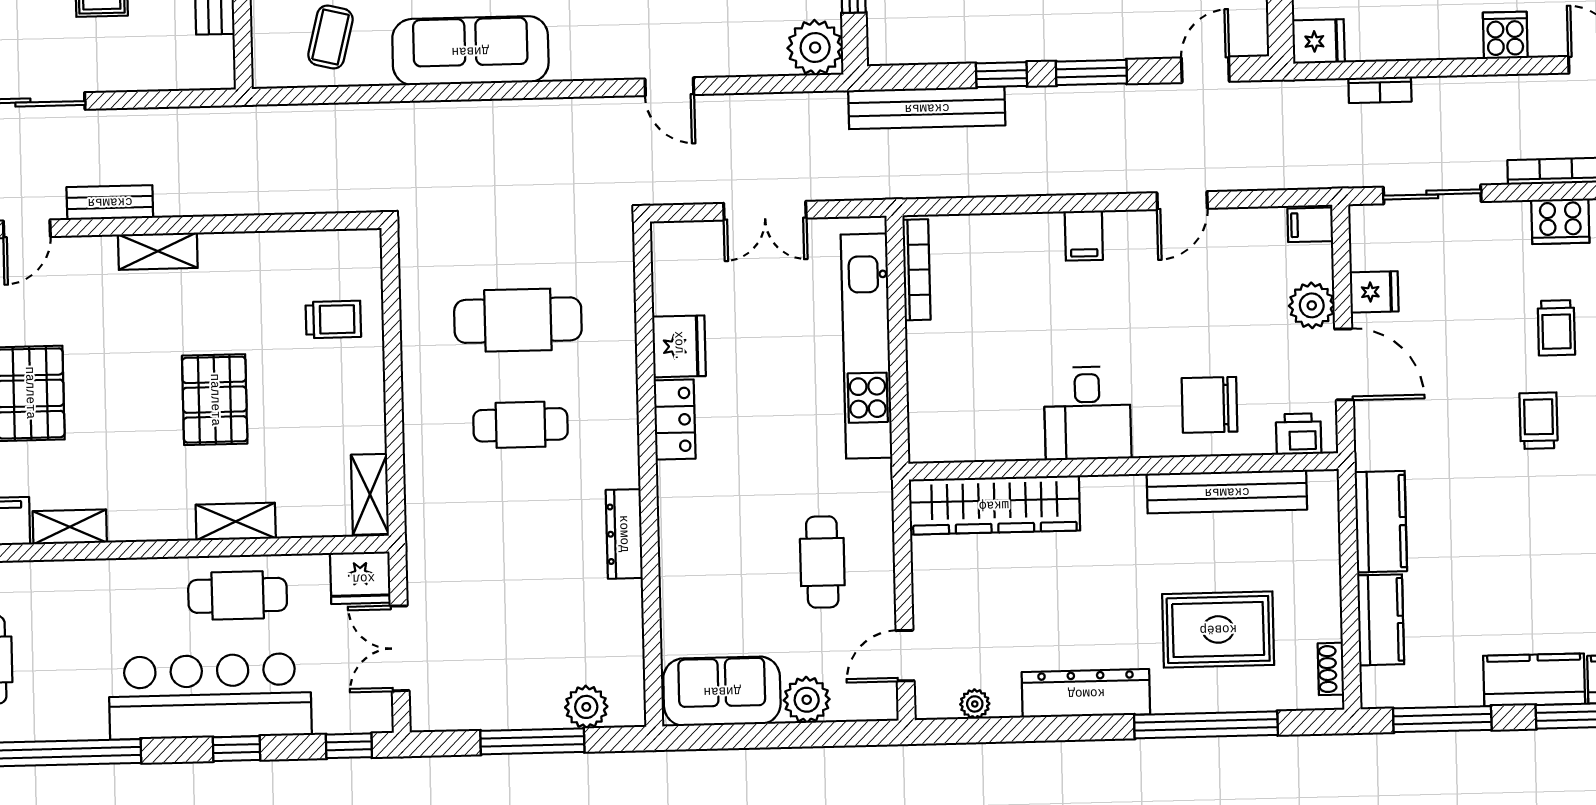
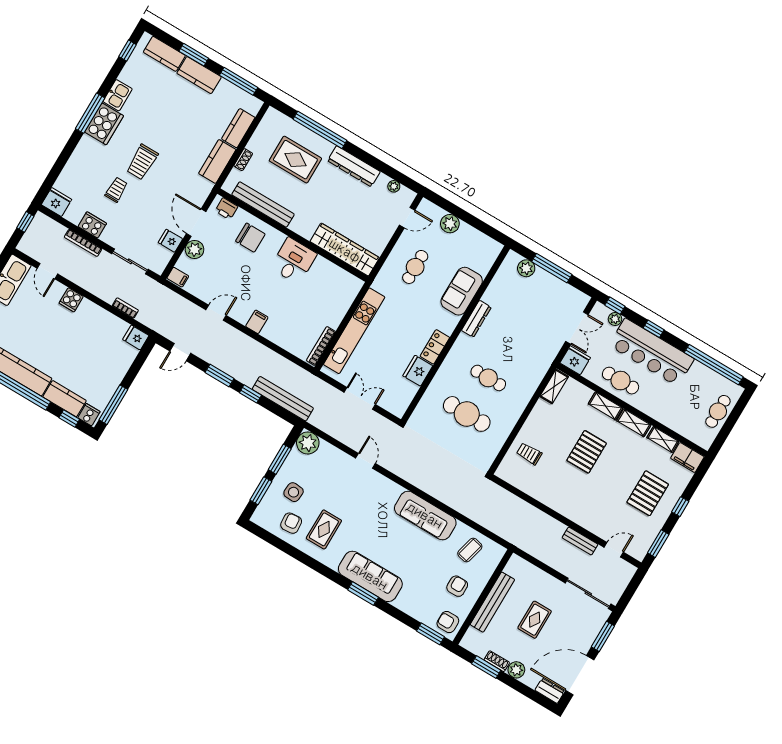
shelving: (158, 251) -> (634, 423), moved
trolley: (1539, 421) -> (142, 162), width x1.36, depth x1.39
shoe rack: (1331, 669) -> (243, 160), moved
sofa: (722, 691) -> (462, 291), moved, turned 90
plant: (331, 718) -> (615, 319), added

